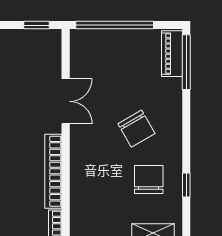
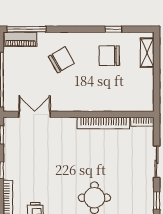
double door: (66, 101) -> (35, 114), moved
chair: (136, 129) -> (61, 60), moved

